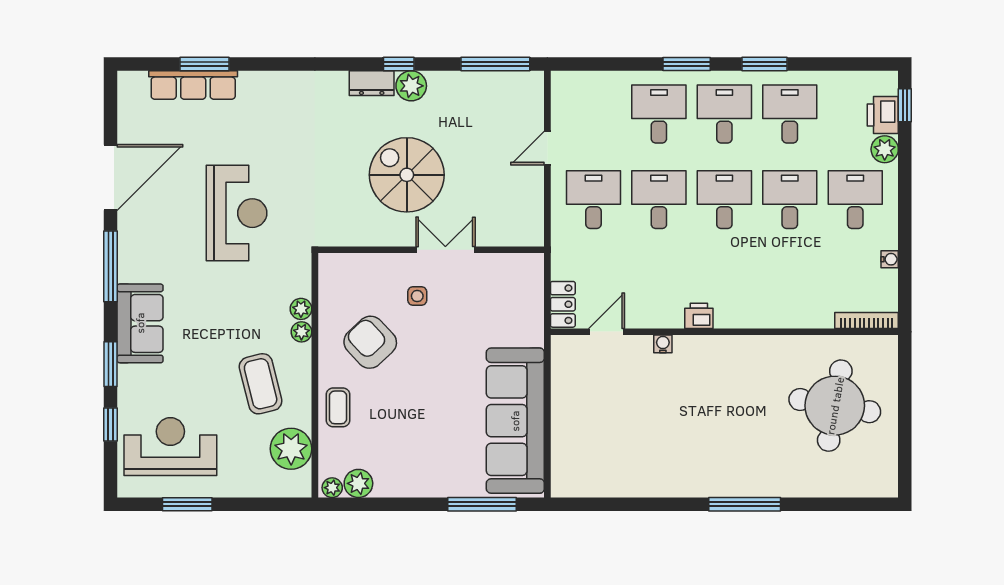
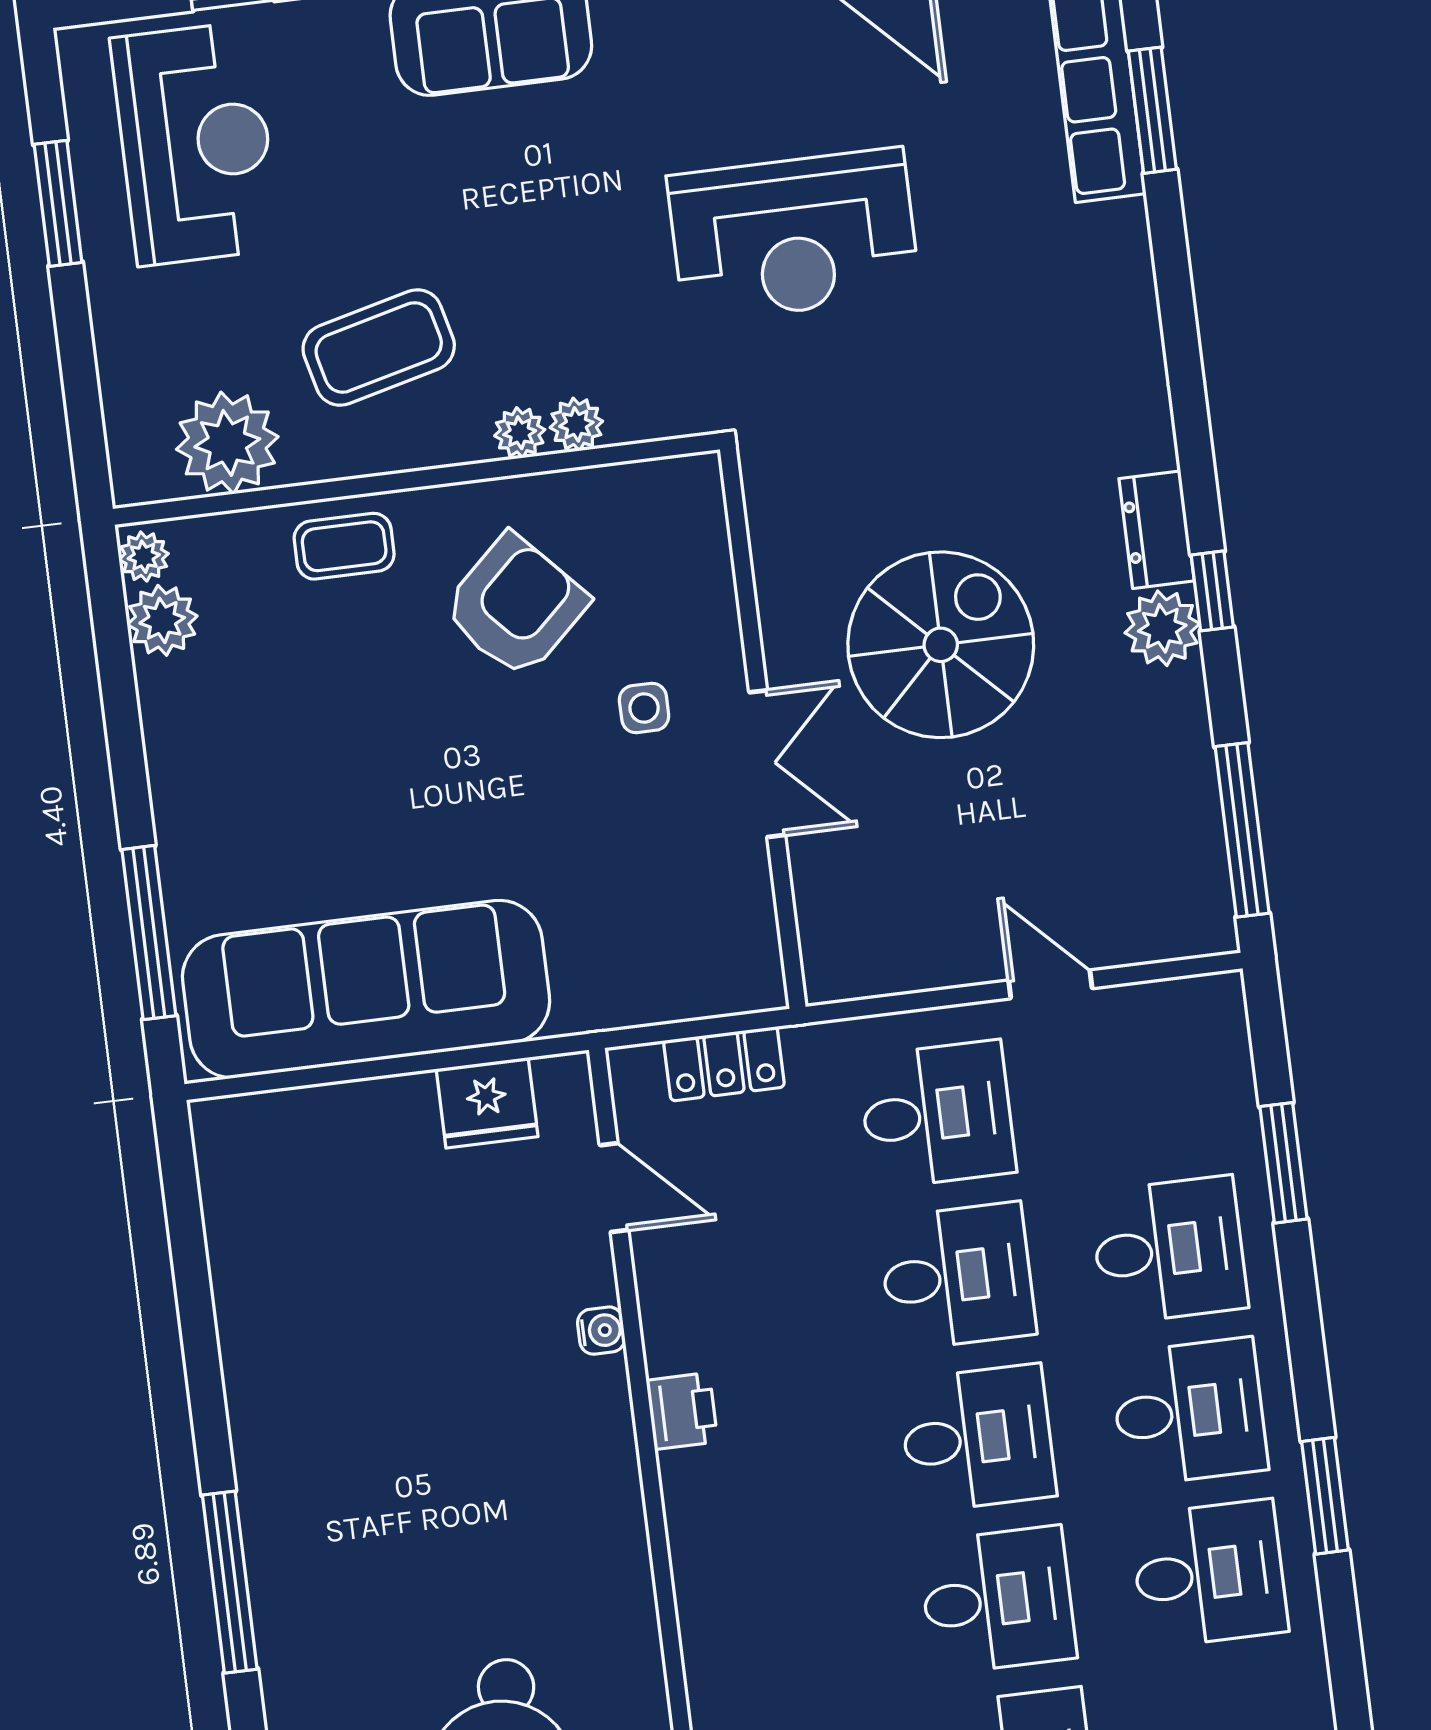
window: (687, 64) -> (1284, 1163), moved
locker: (563, 304) -> (724, 1064), moved
fridge: (567, 378) -> (487, 1103), added

